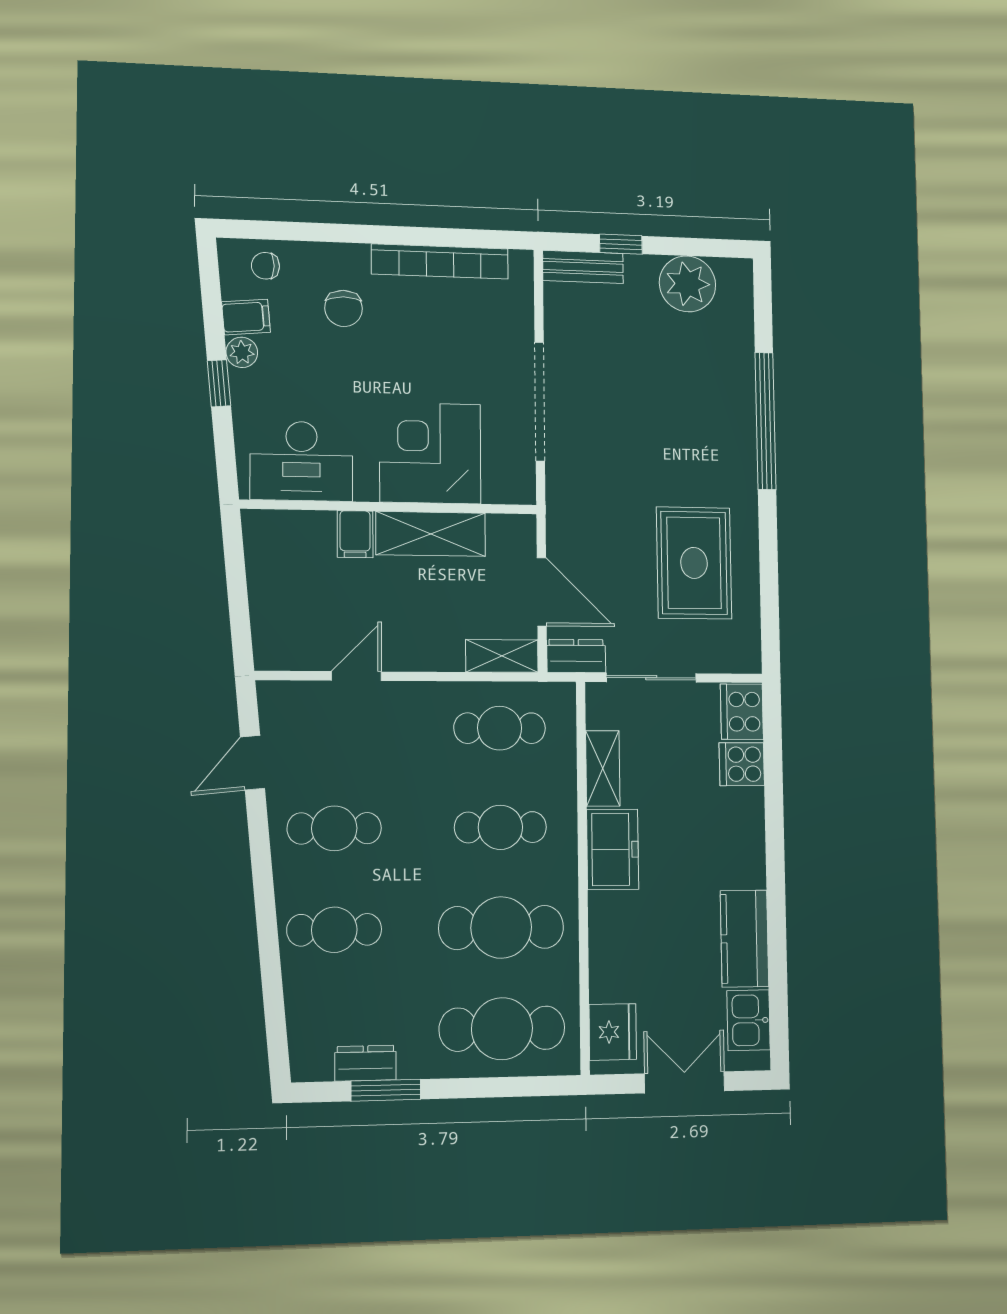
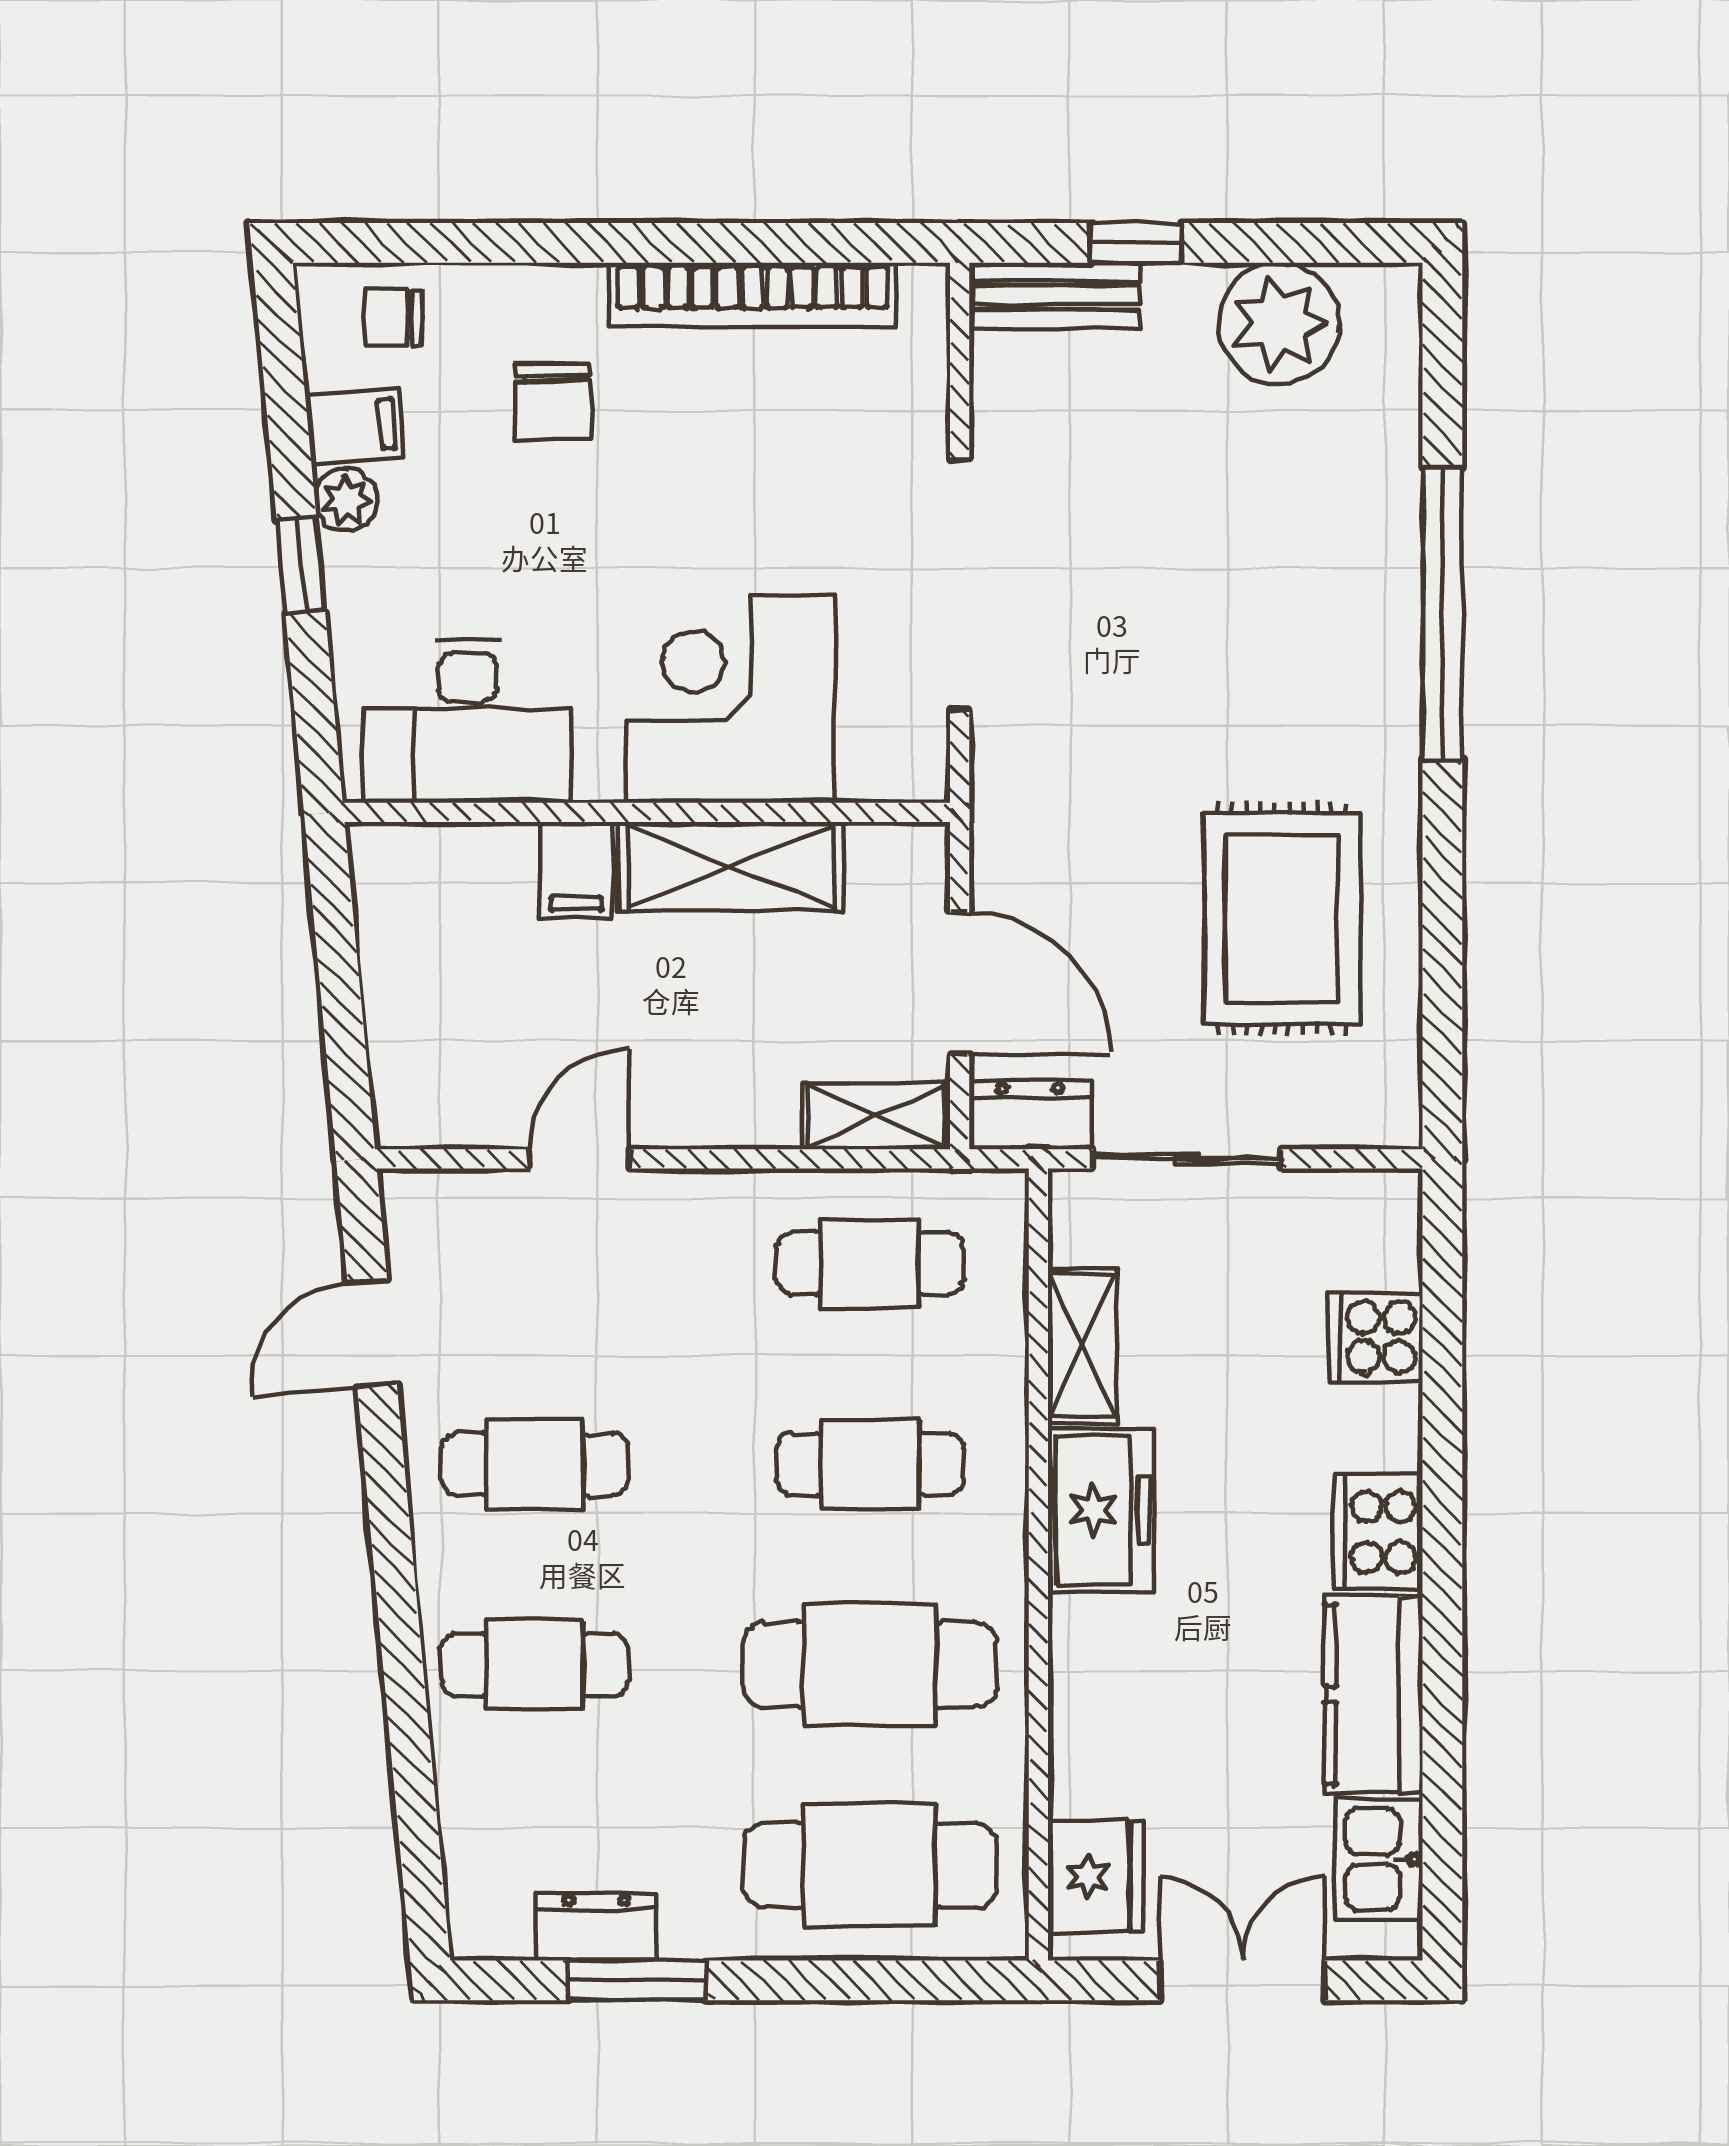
cooker: (742, 712) -> (1378, 1532), moved

